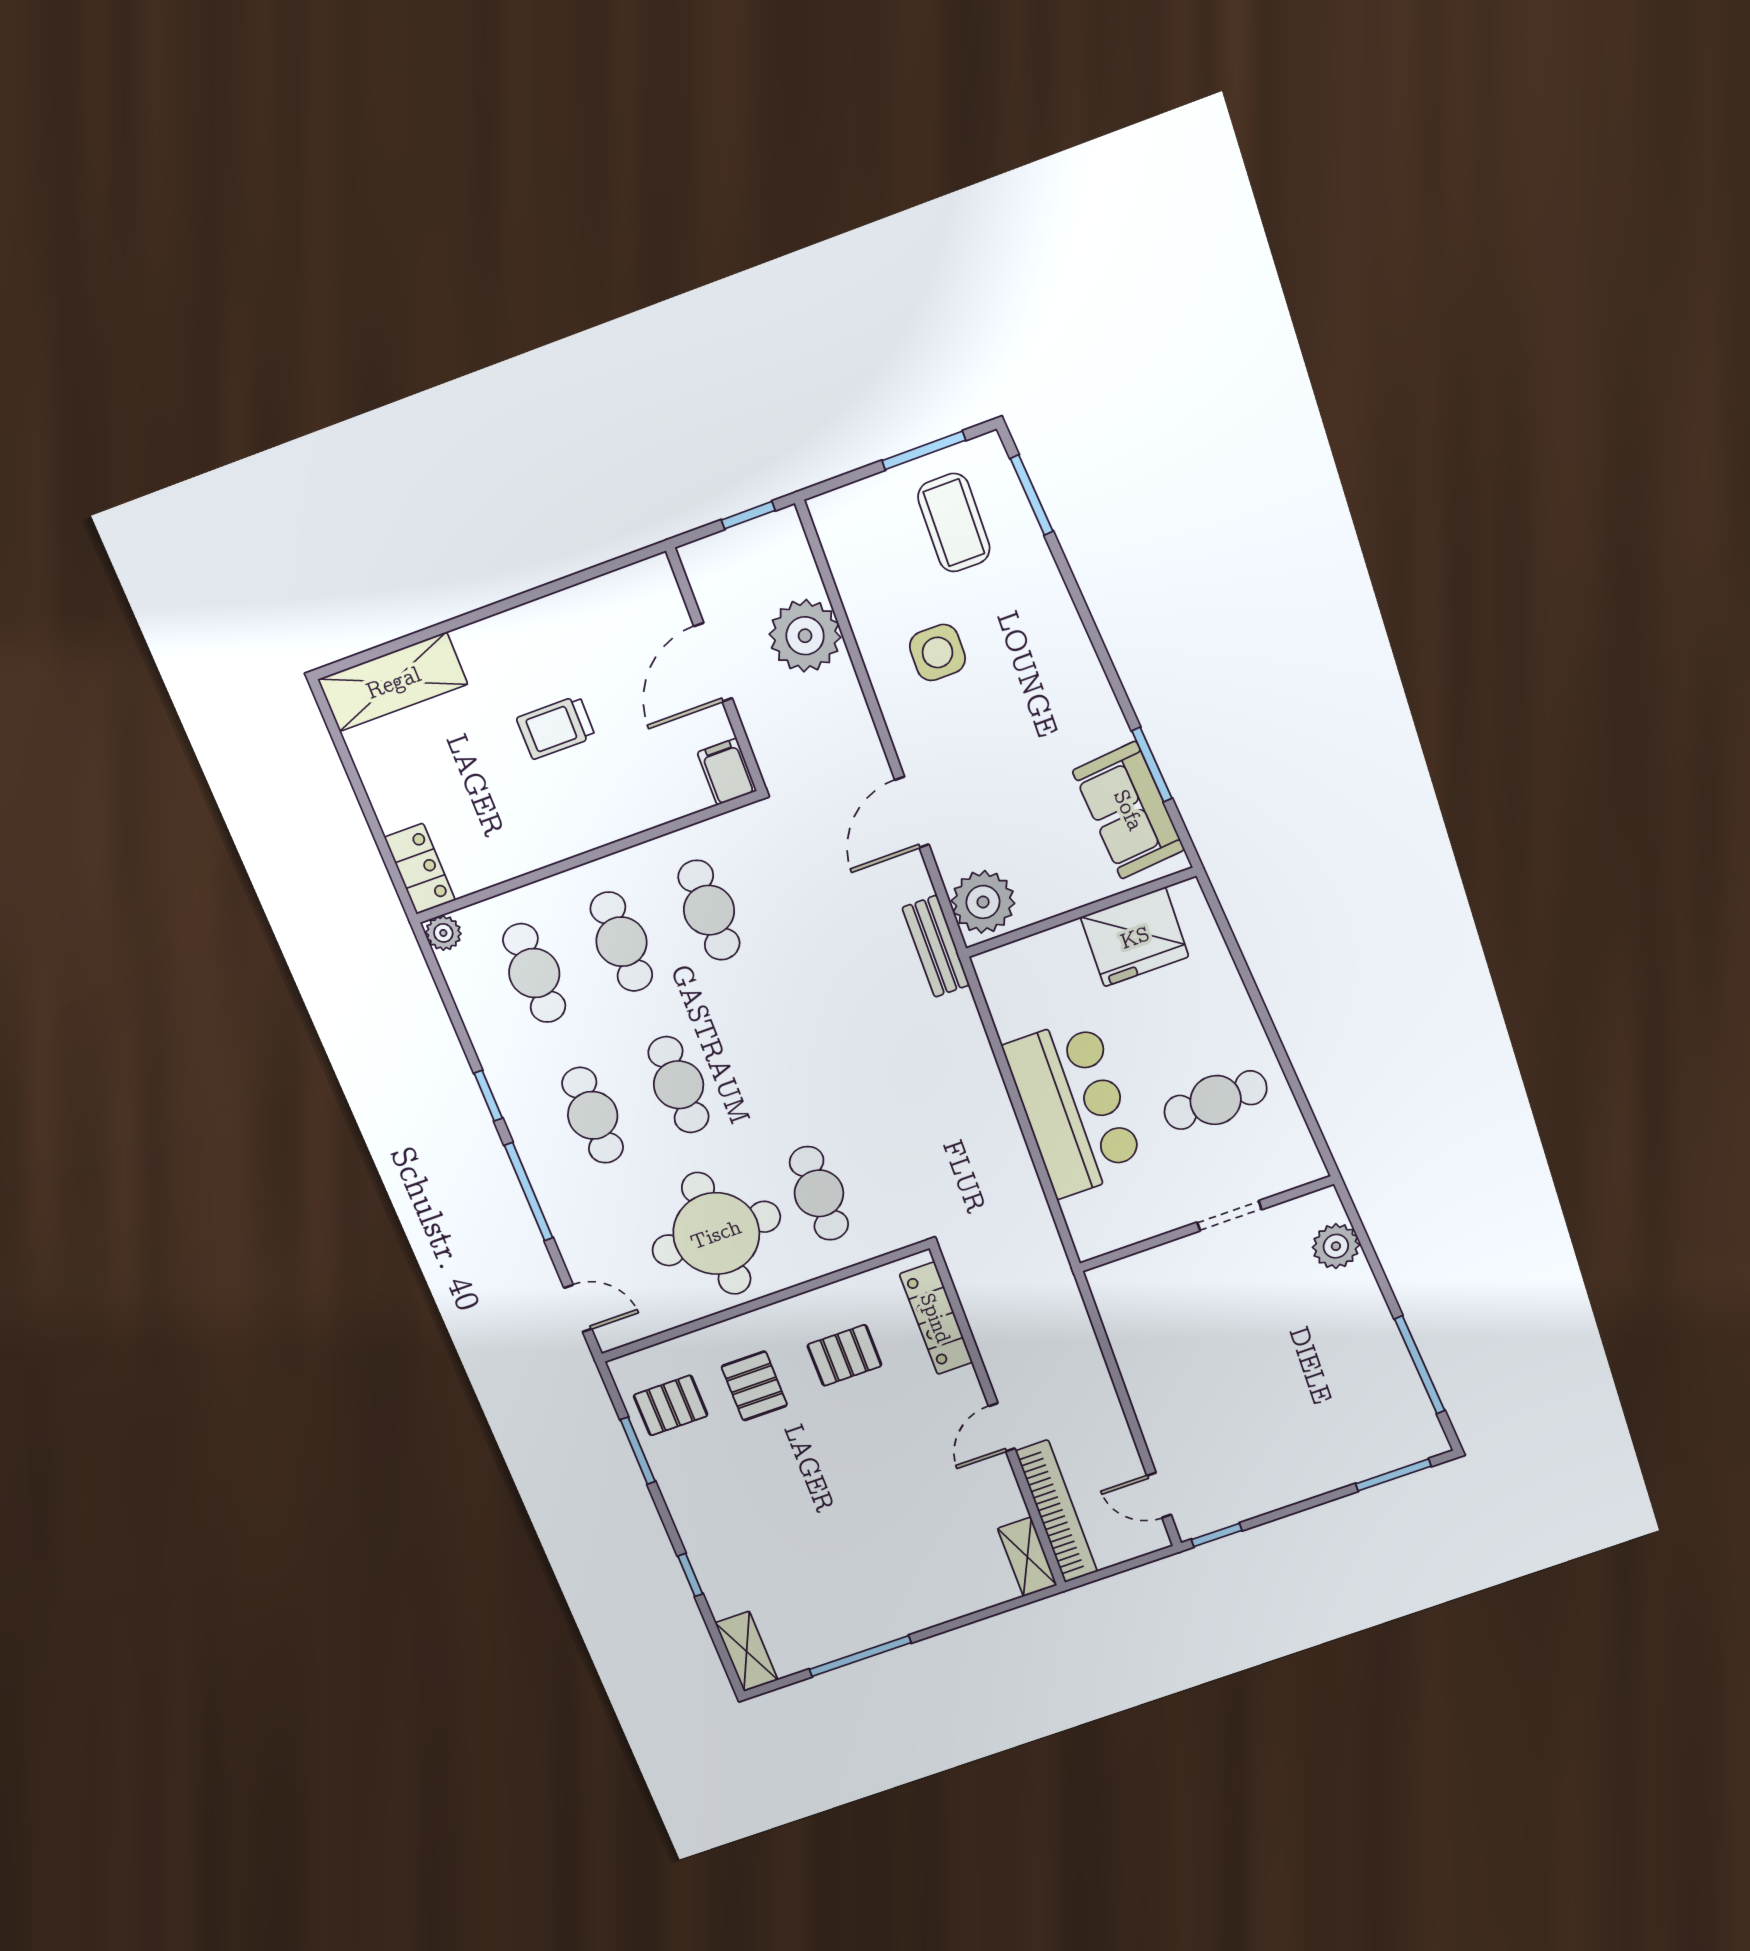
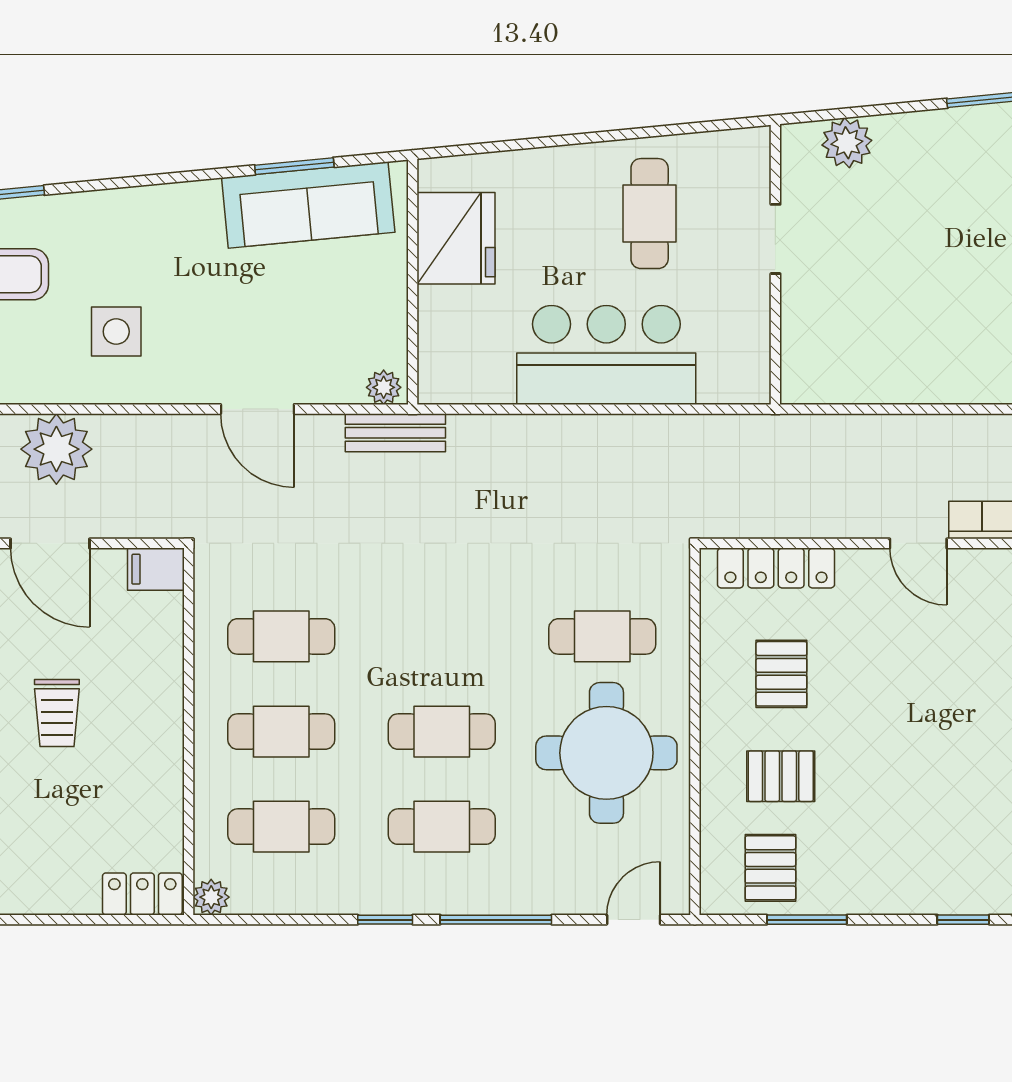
sofa: (1129, 810) -> (308, 205), width x1.36
plant: (983, 902) -> (384, 387), width x0.53, depth x0.53

